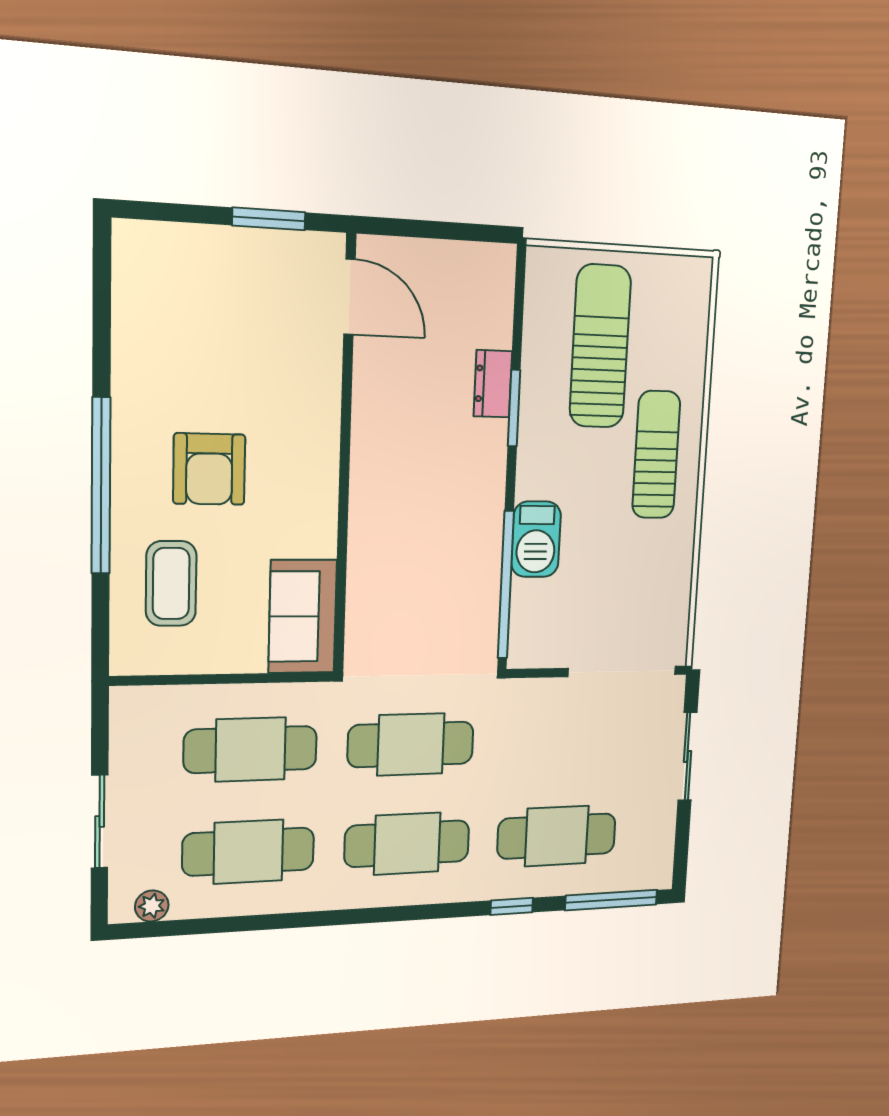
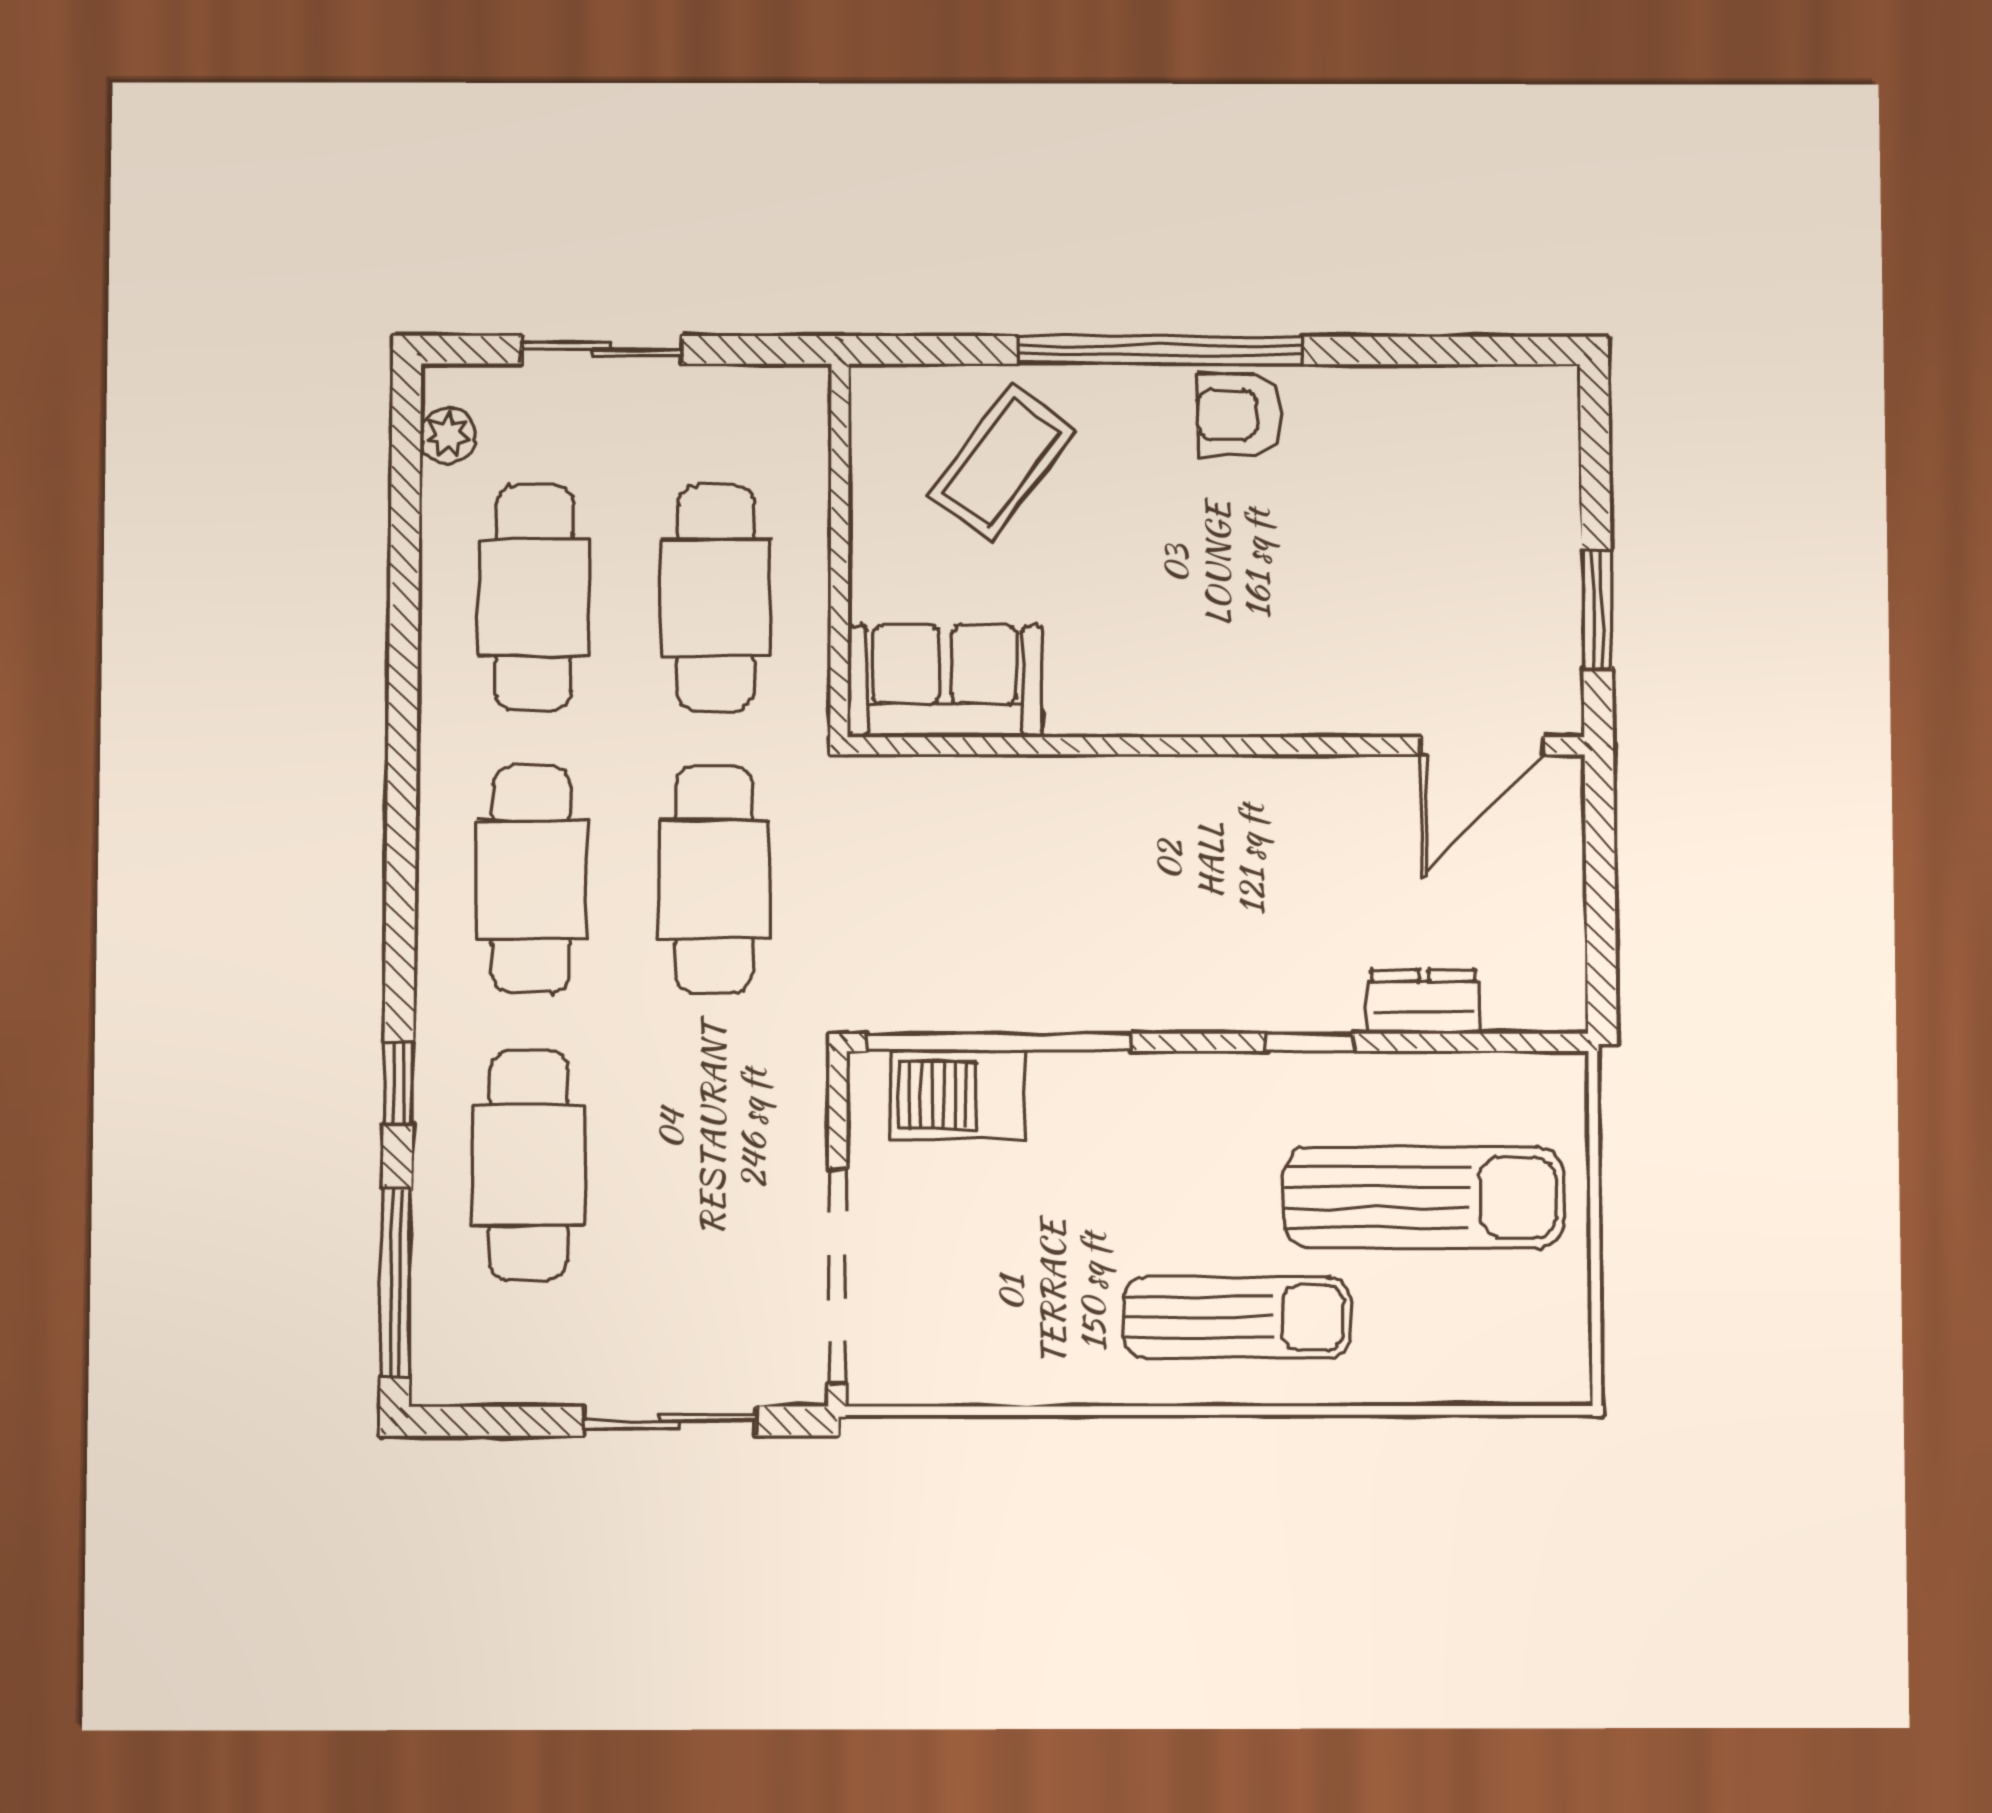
dresser: (493, 384) -> (1423, 1002), moved
window: (514, 408) -> (1310, 1042), width x0.67
armchair: (209, 469) -> (1239, 415), moved, width x0.72, depth x0.72
barbecue: (536, 539) -> (958, 1095), moved
coffee table: (171, 584) -> (1002, 462), turned -53

